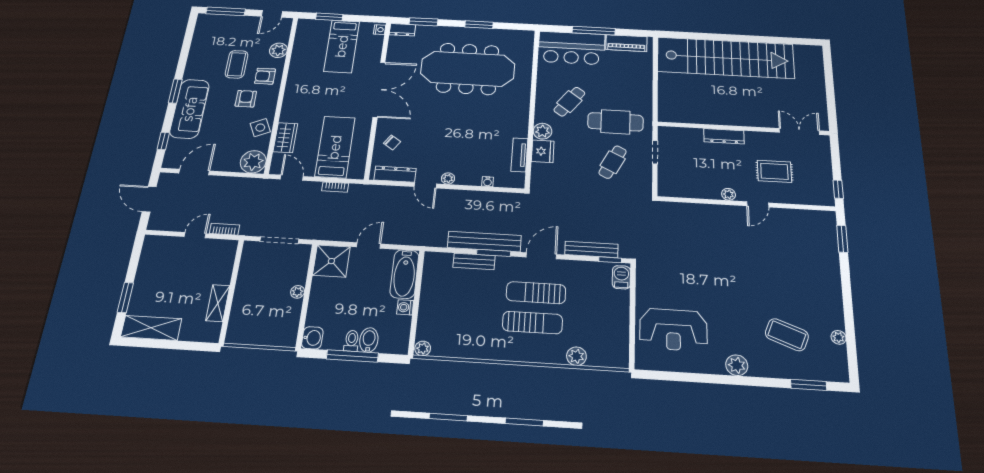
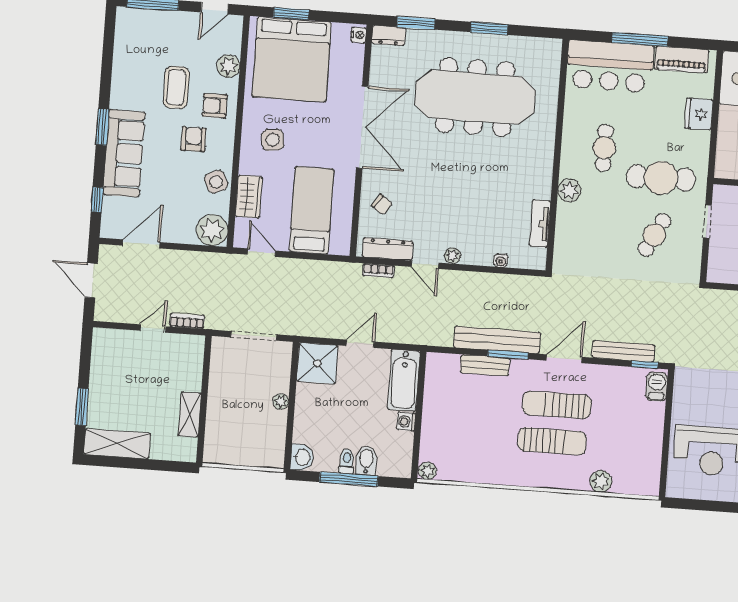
bed: (342, 46) -> (292, 59), width x2.04
side table: (308, 98) -> (273, 140), added
cafe table: (569, 102) -> (604, 148), turned -37
fridge: (543, 151) -> (699, 114), moved, turned 180
bookcase: (335, 187) -> (378, 271), moved

